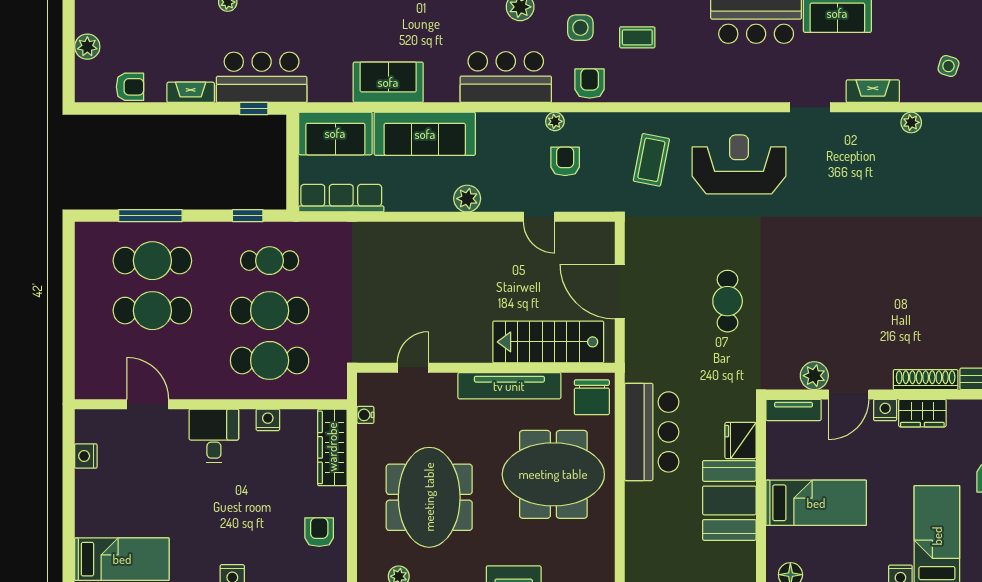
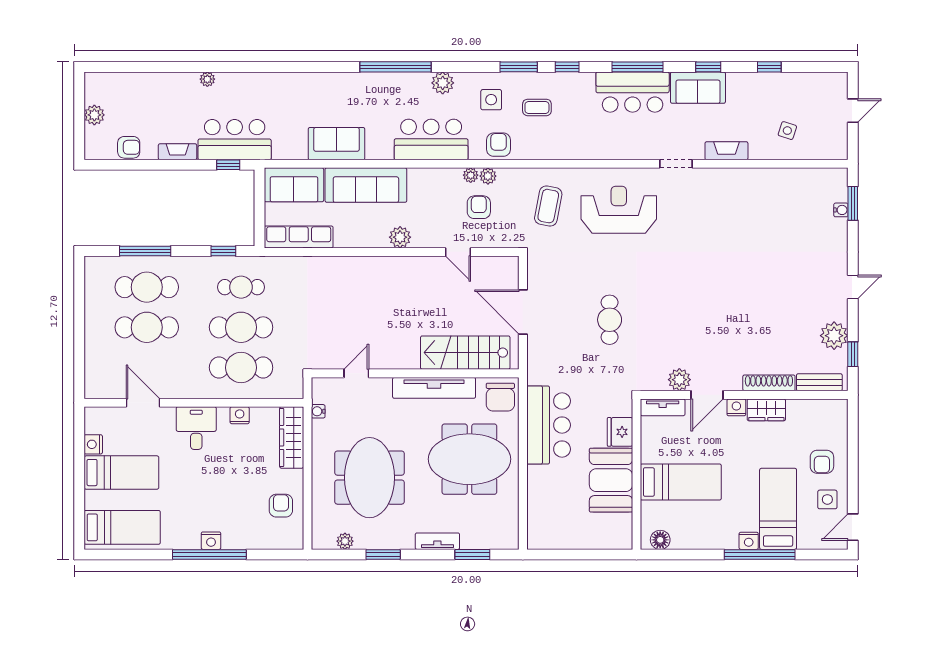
plant: (911, 122) -> (488, 176), moved
bed: (121, 491) -> (121, 473), added

